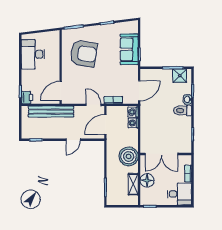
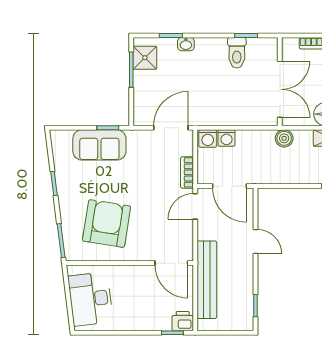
desk: (33, 54) -> (90, 299), moved, turned 83
door: (139, 91) -> (171, 128), hinge flipped
toilet: (183, 111) -> (237, 53), moved
boiler: (129, 156) -> (284, 138), width x0.54, depth x0.54

